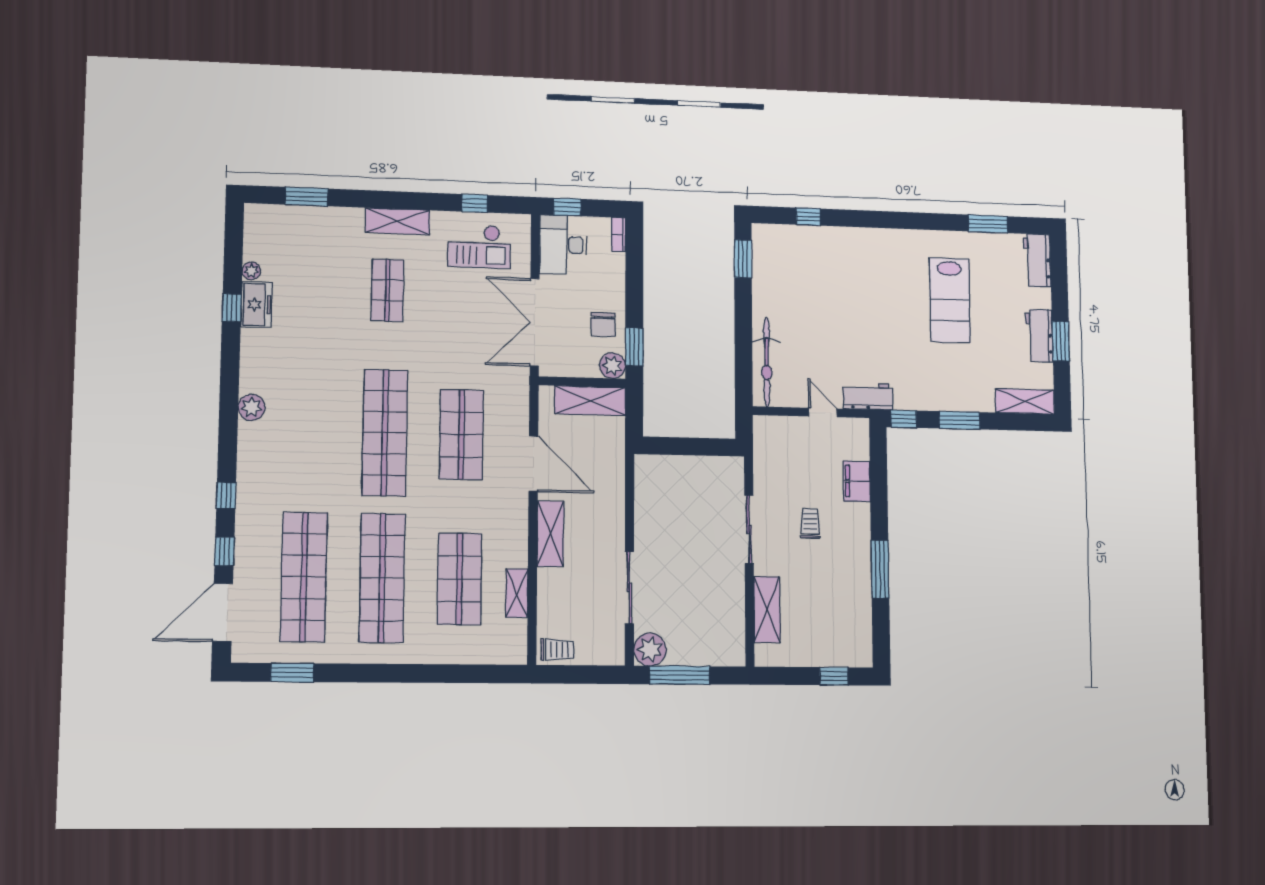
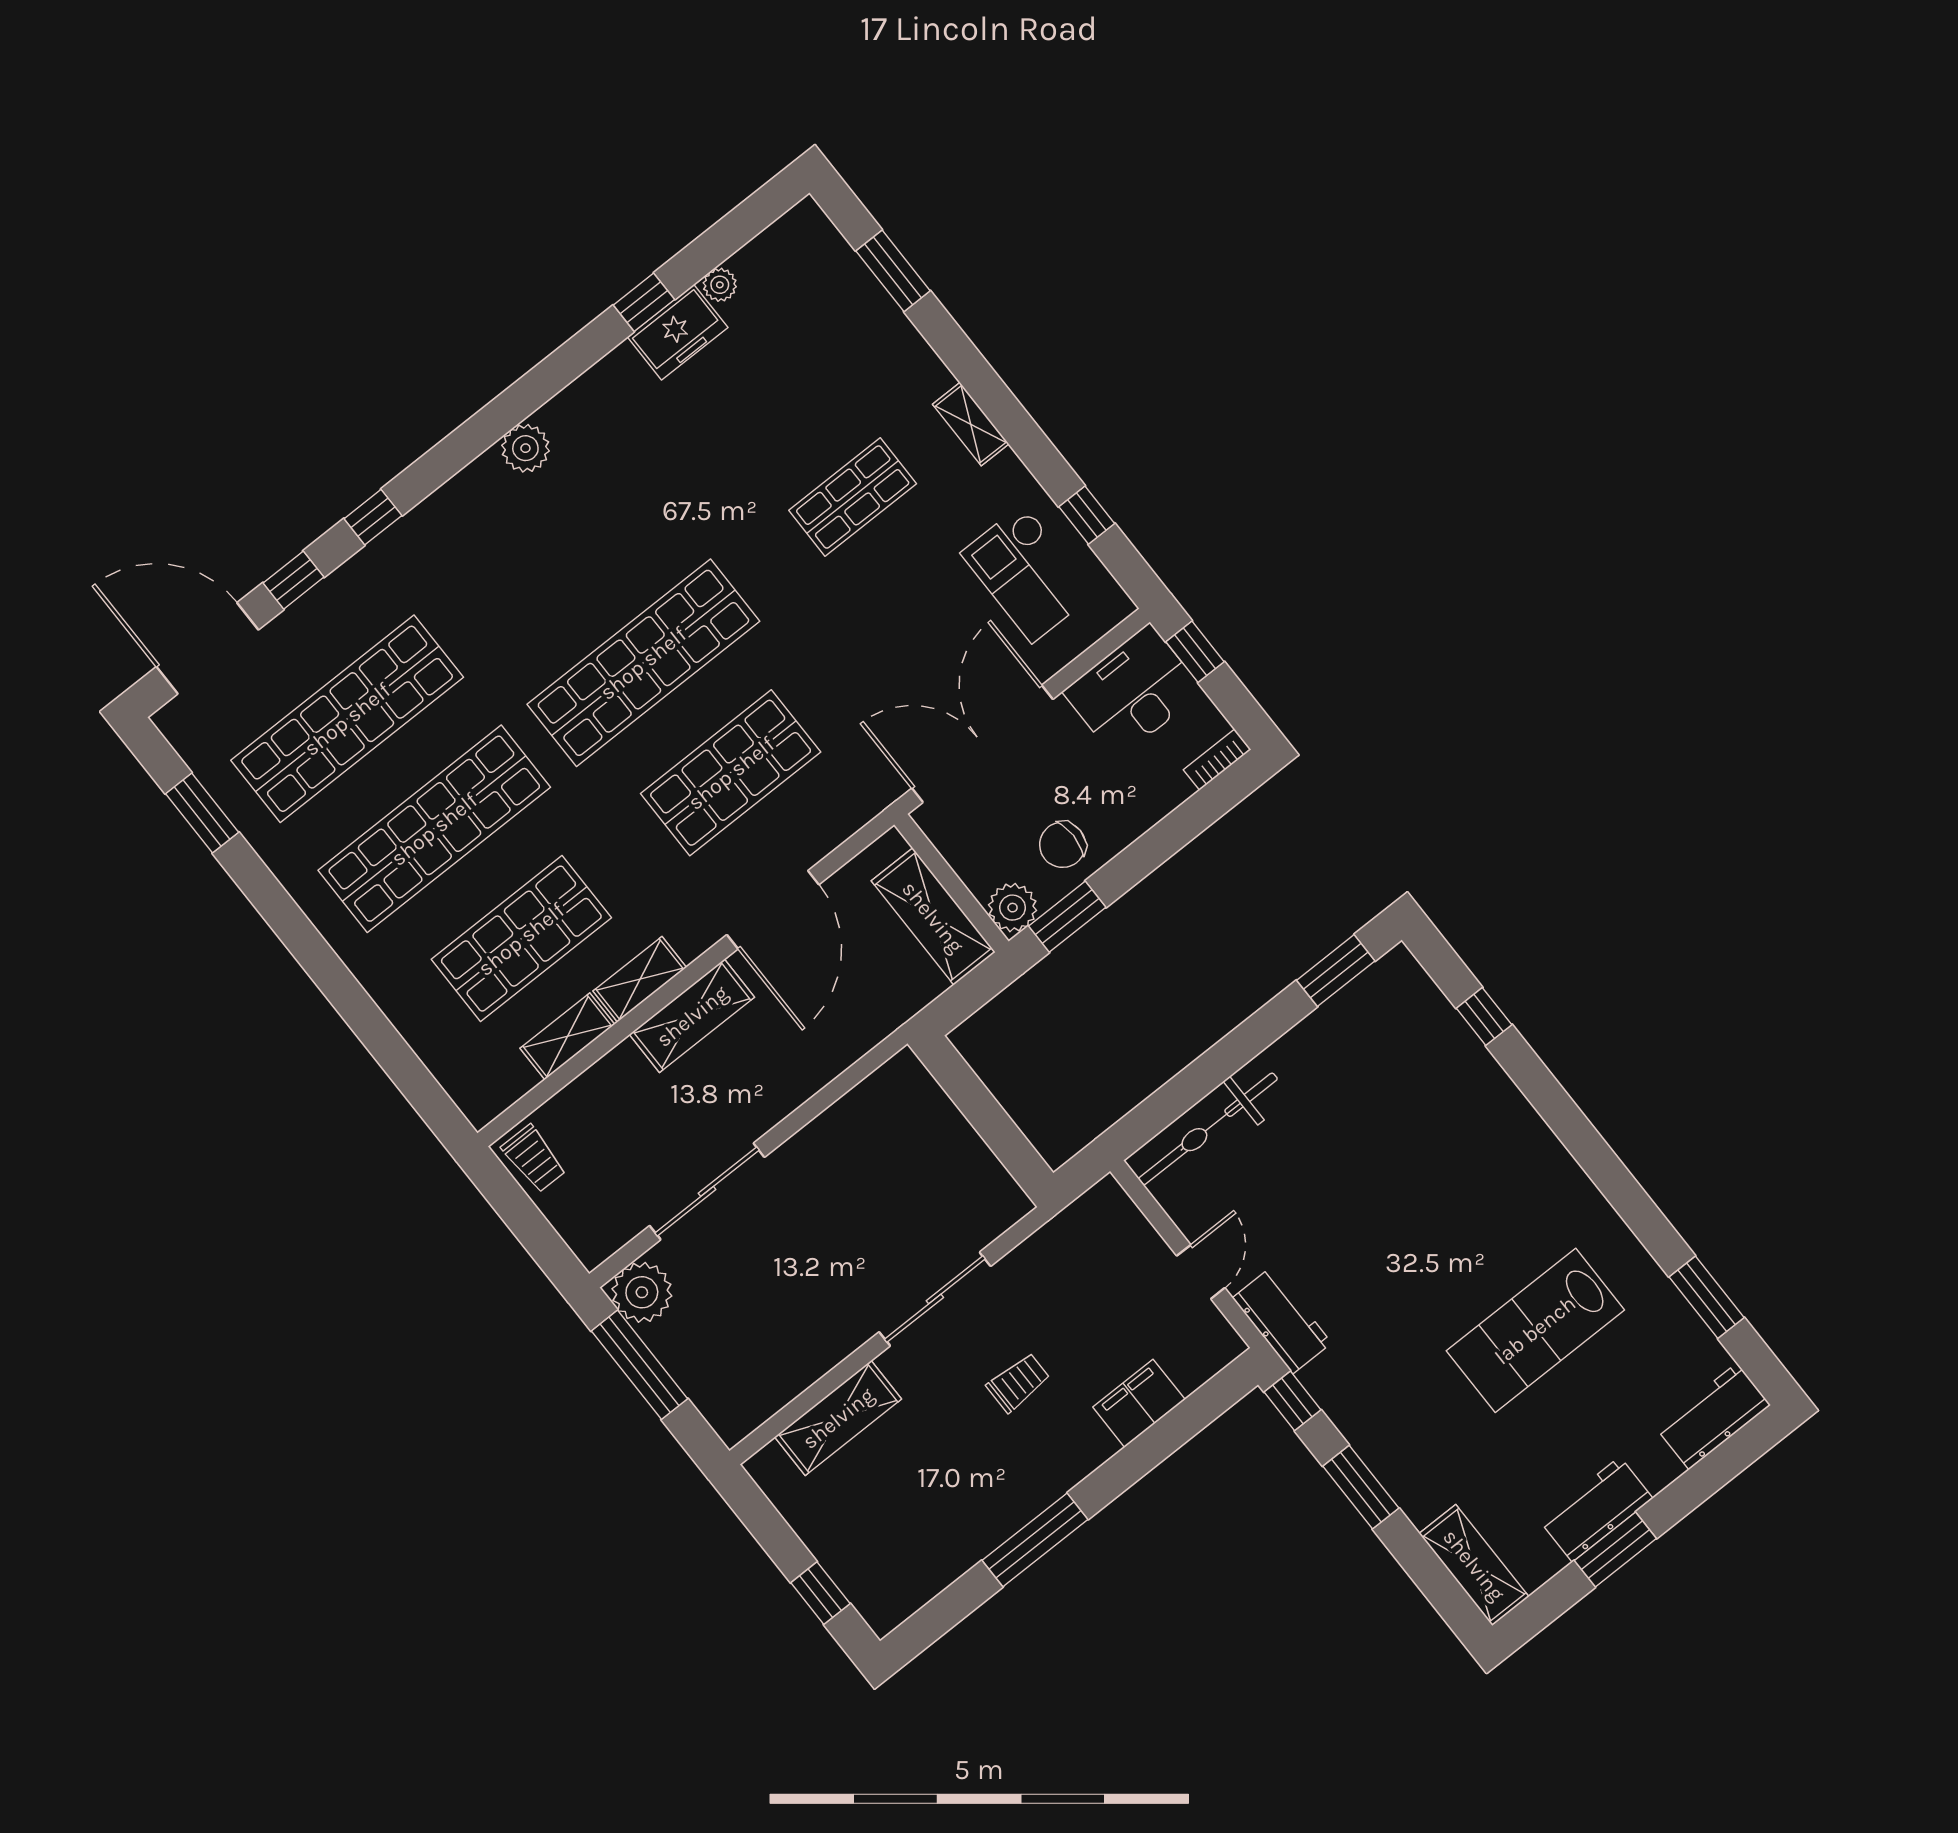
shelving: (398, 221) -> (971, 424), width x0.67, depth x0.75
shelving: (517, 543) -> (640, 979), added

